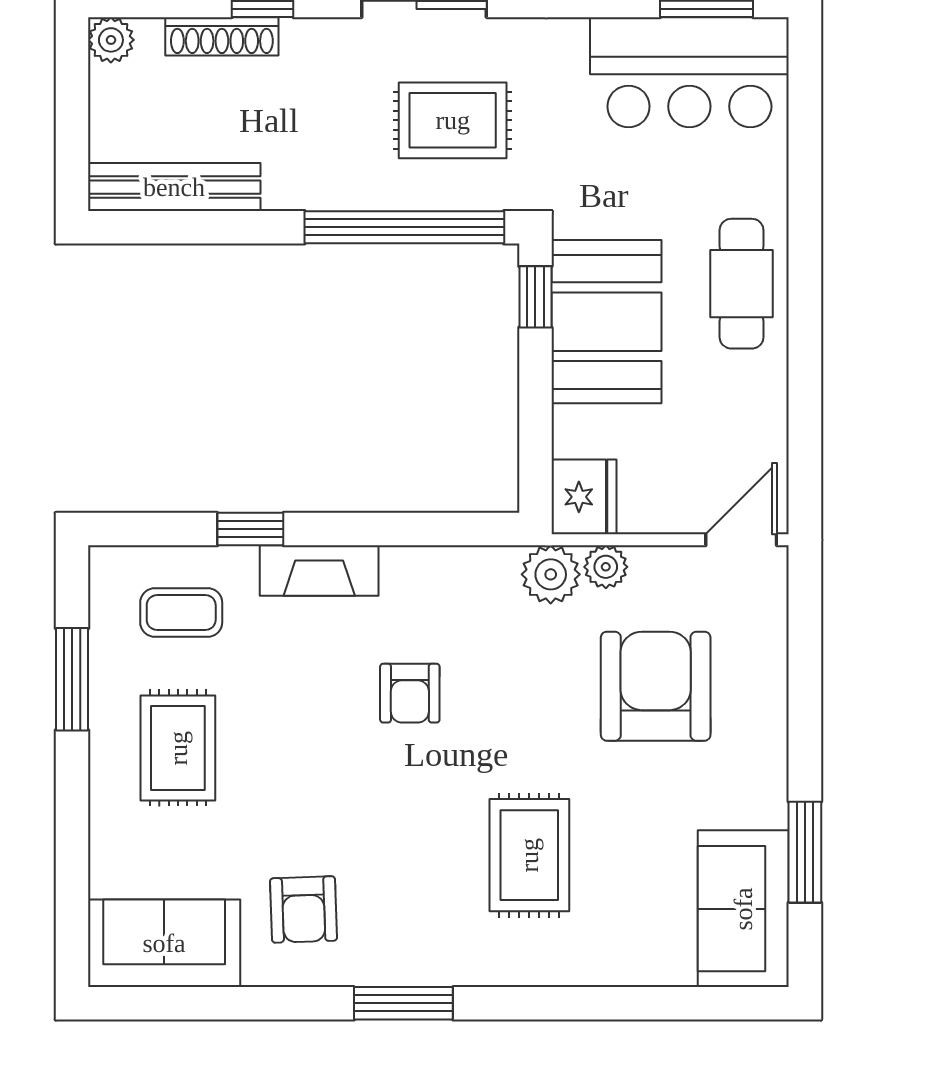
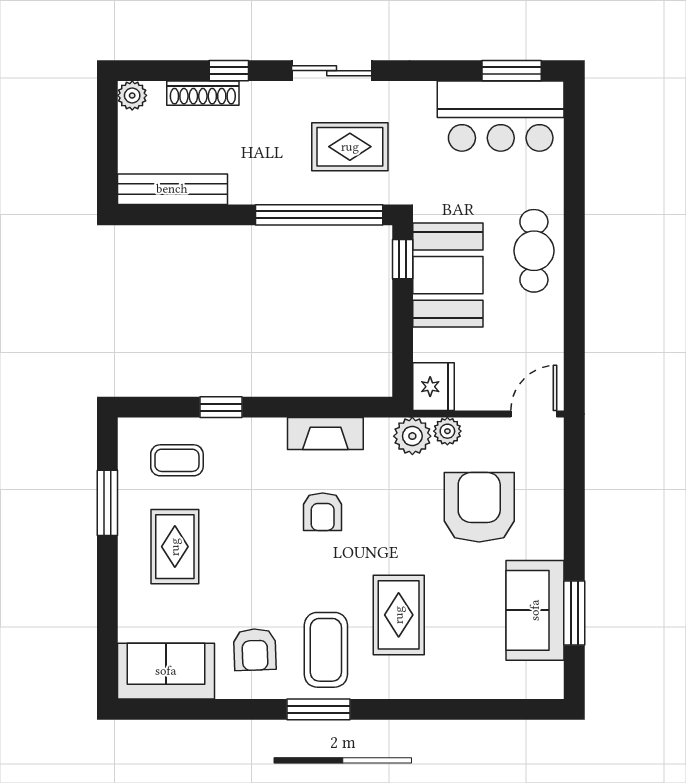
fireplace: (319, 571) -> (325, 434), moved
sofa: (743, 909) -> (535, 610), moved
coffee table: (415, 910) -> (326, 650), added

